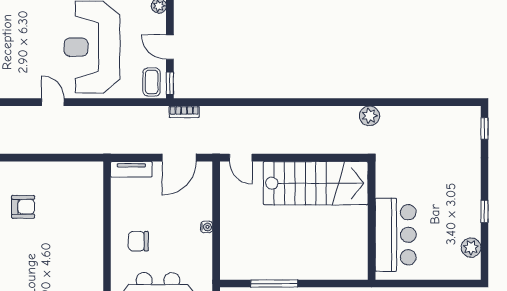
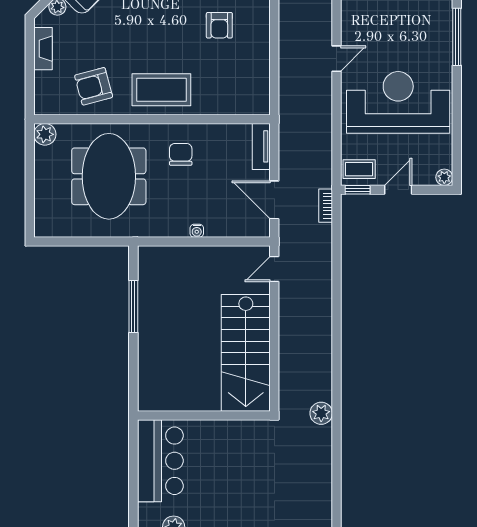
bar counter: (396, 235) -> (160, 461), moved, turned -90
coffee table: (81, 258) -> (161, 90), added

